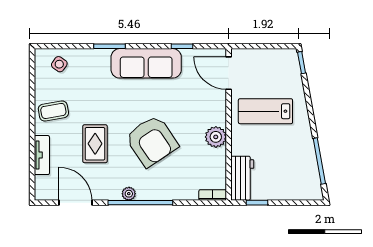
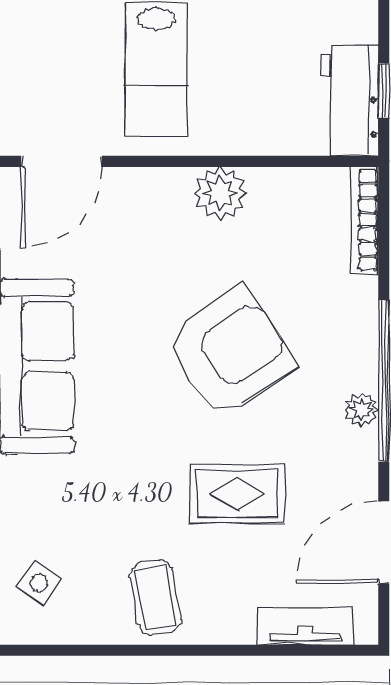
tv unit: (42, 155) -> (305, 626), moved
workbench: (242, 178) -> (350, 101), moved, turned -90
bookcase: (213, 195) -> (365, 220), width x1.56

